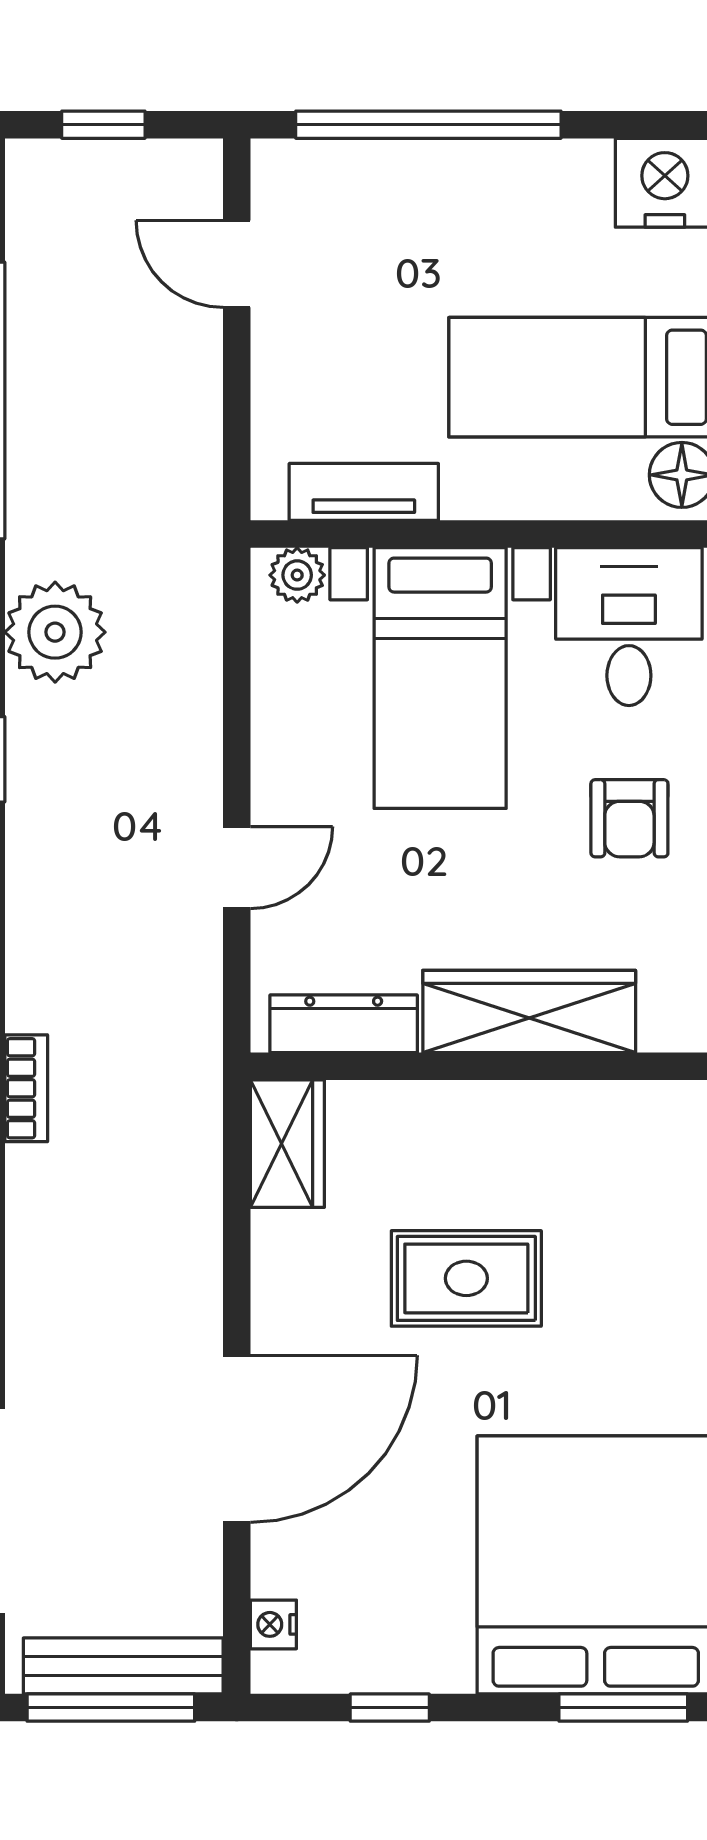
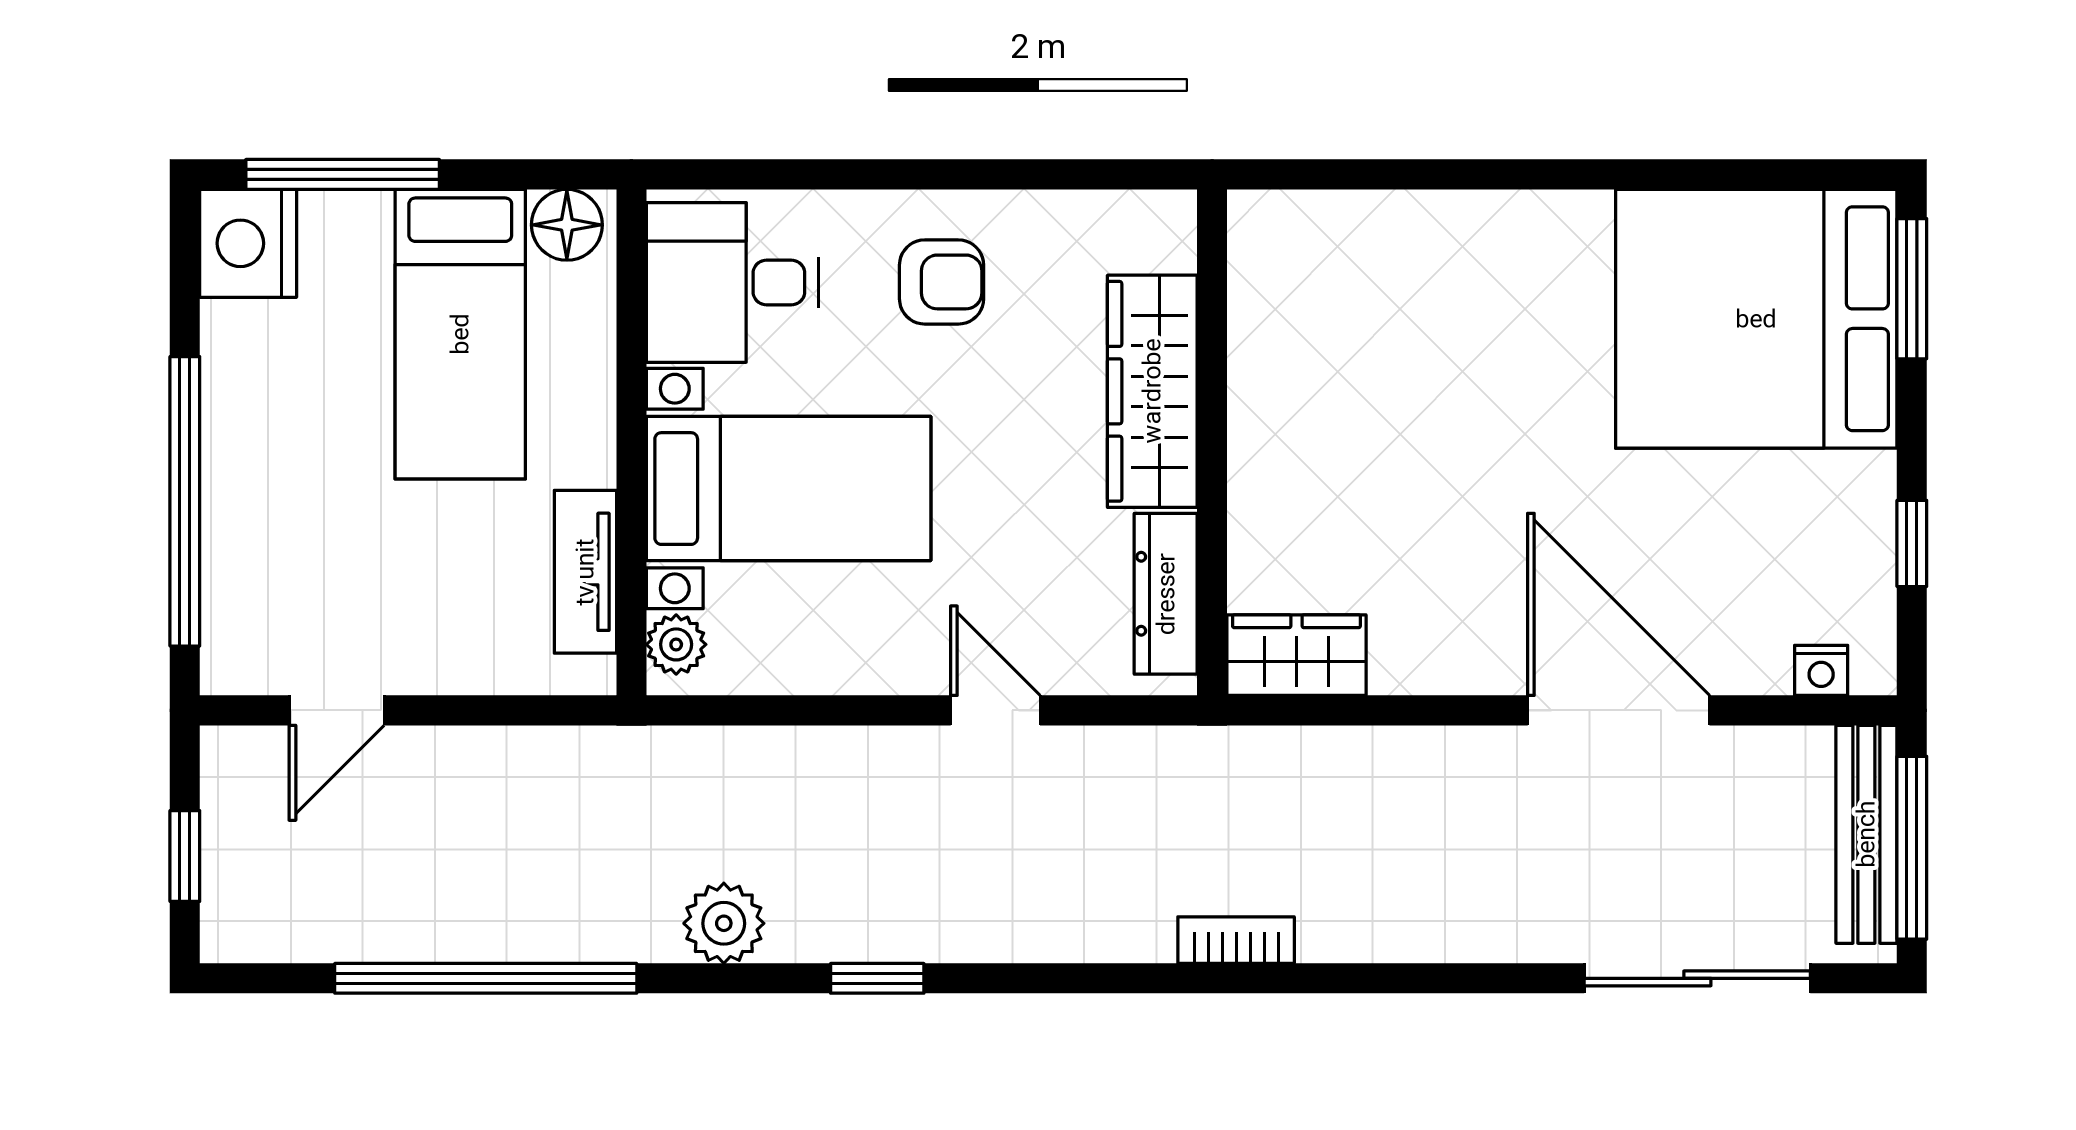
plant: (55, 632) -> (724, 923), width x0.73, depth x0.73
rug: (466, 1278) -> (1444, 460), removed

